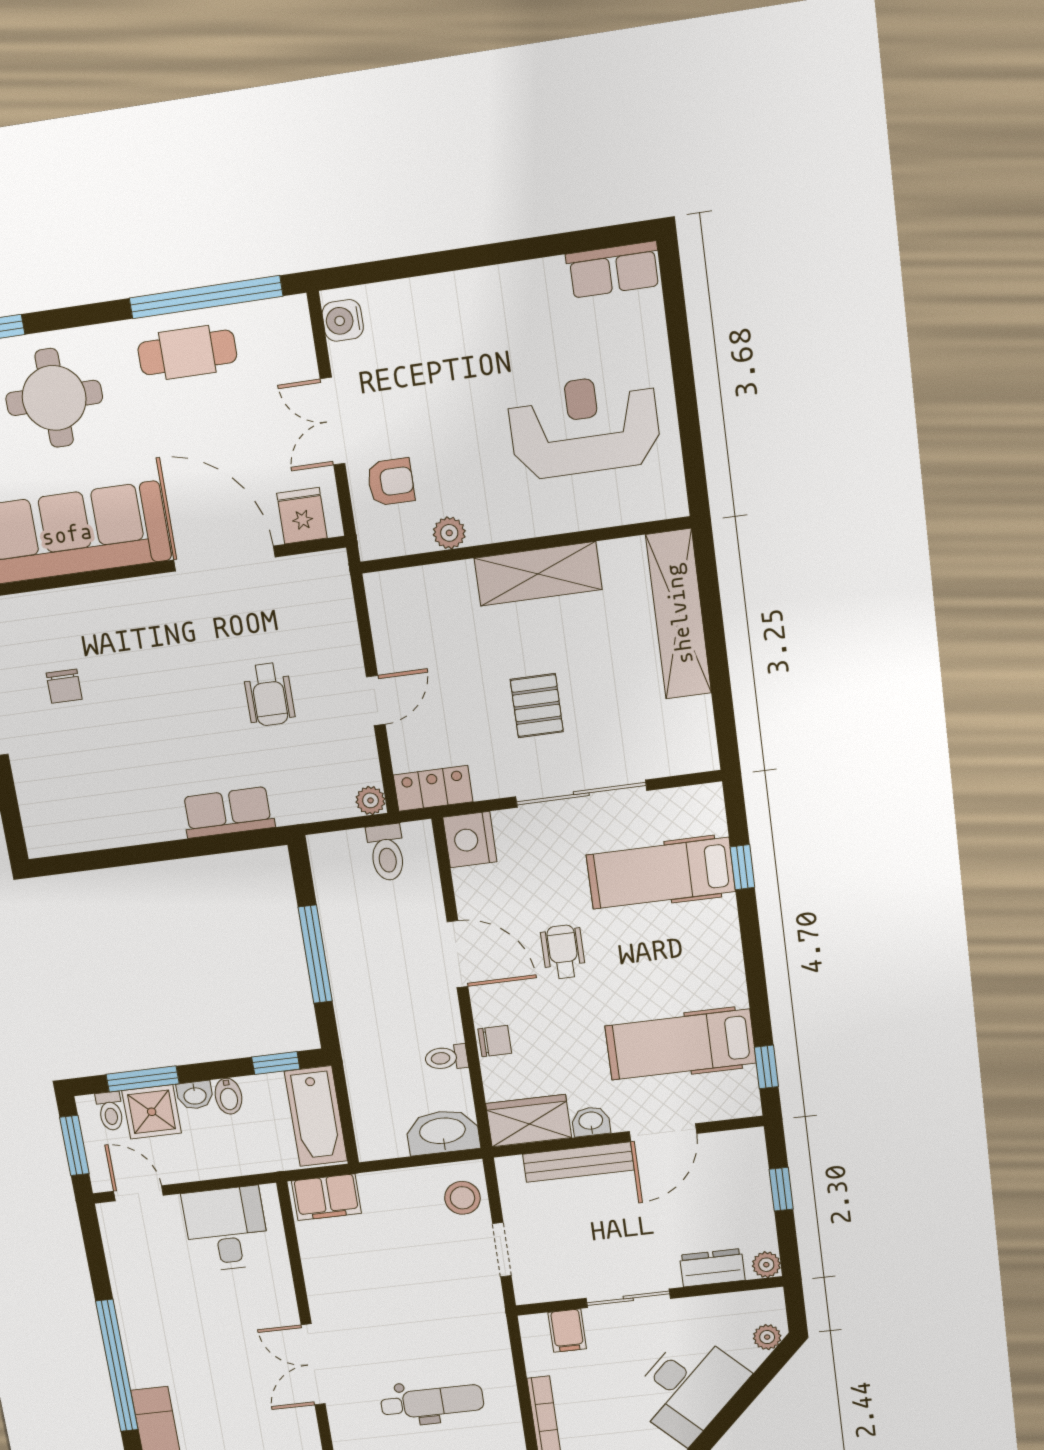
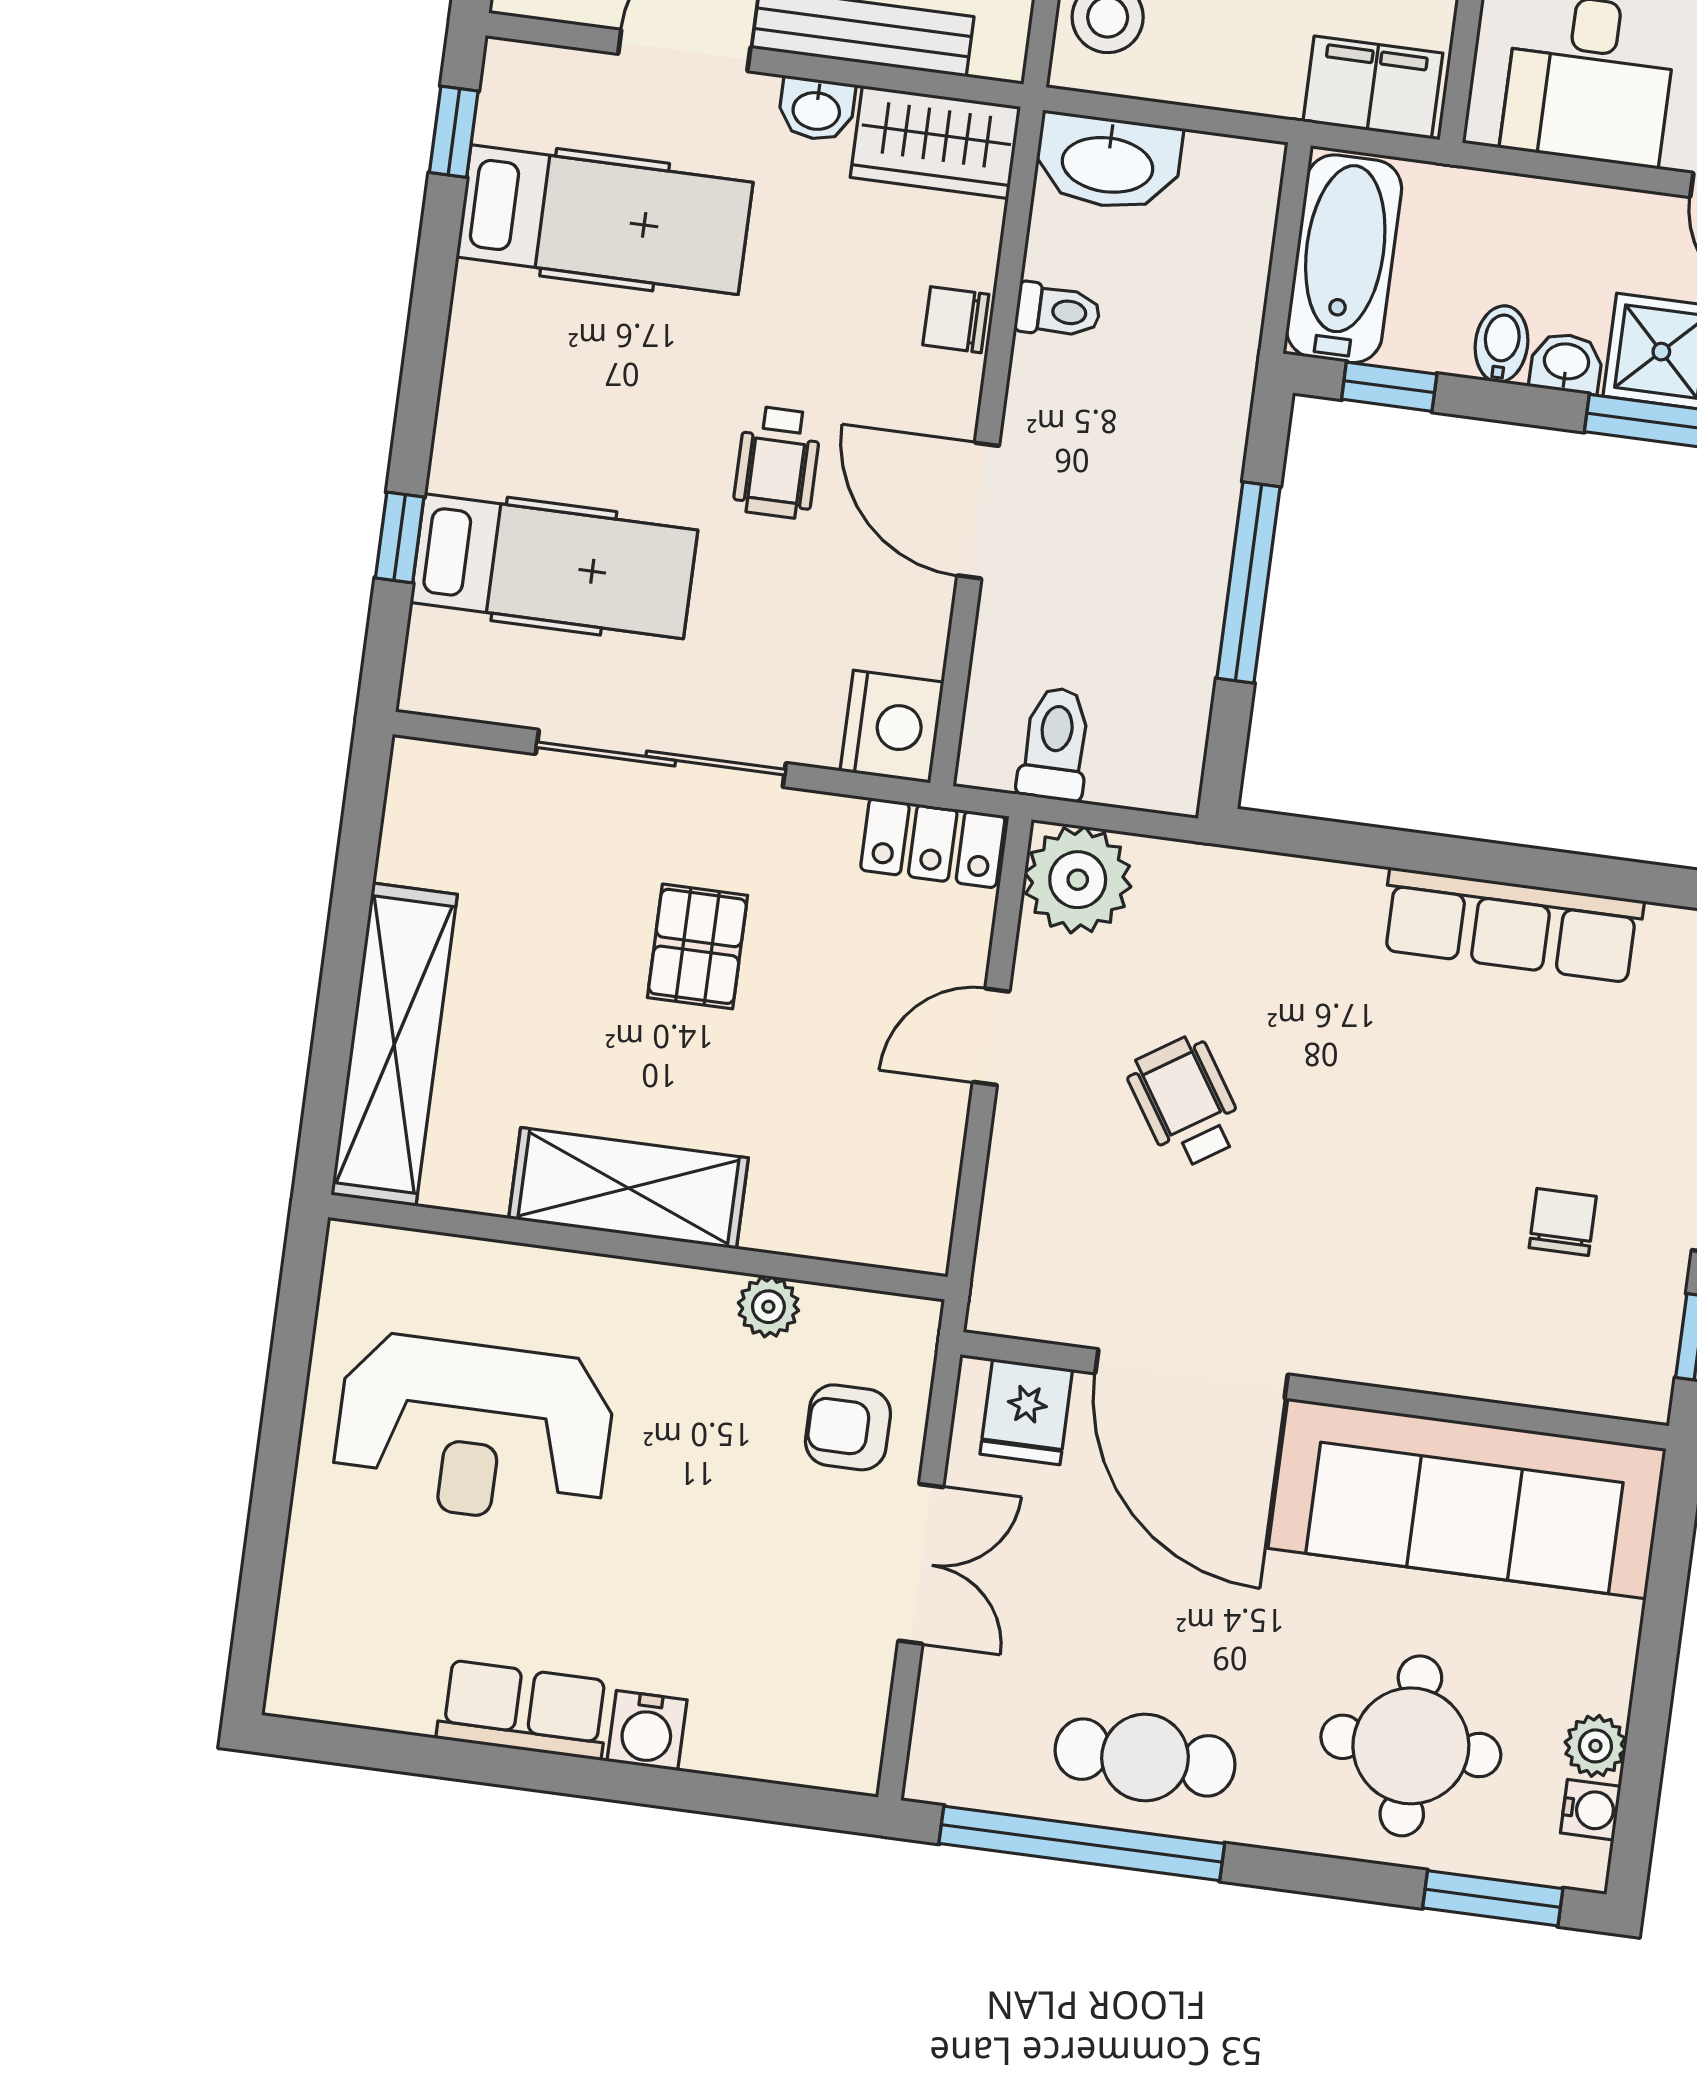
row of seats: (613, 270) -> (524, 1710), moved
water cooler: (343, 320) -> (647, 1730), moved, turned 90
wheelchair: (269, 695) -> (1186, 1102), turned -33
plant: (370, 800) -> (1078, 880), width x1.88, depth x1.88
row of seats: (228, 812) -> (1512, 925), moved, width x1.48

